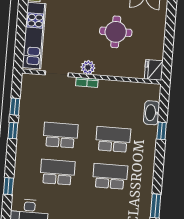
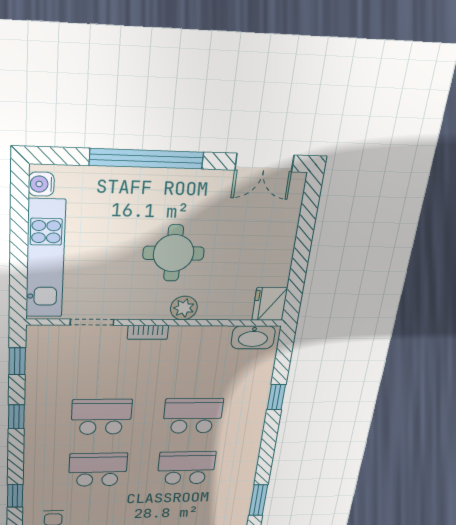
round table: (116, 32) -> (174, 253), moved
plant: (88, 67) -> (184, 308), moved
window: (15, 107) -> (17, 361), moved
washbasin: (151, 113) -> (253, 337), moved, turned -90

